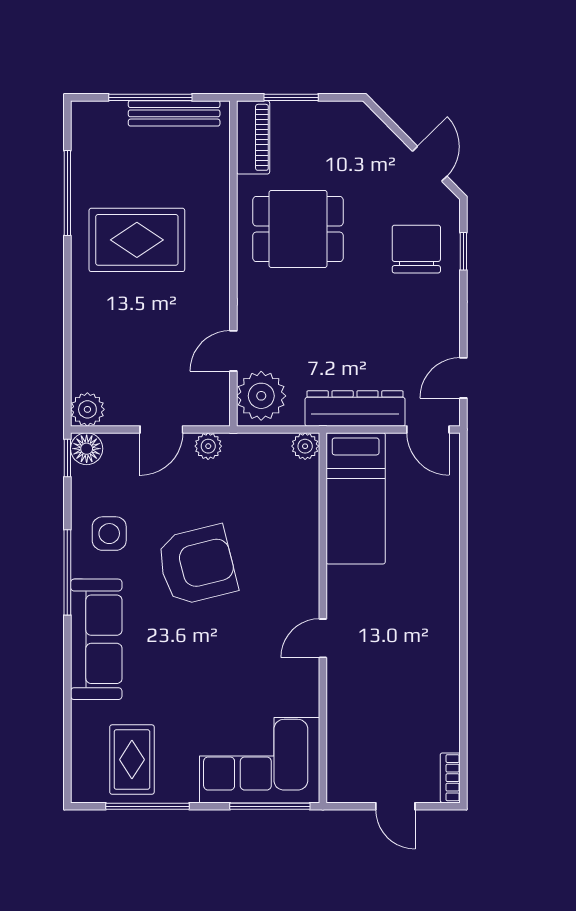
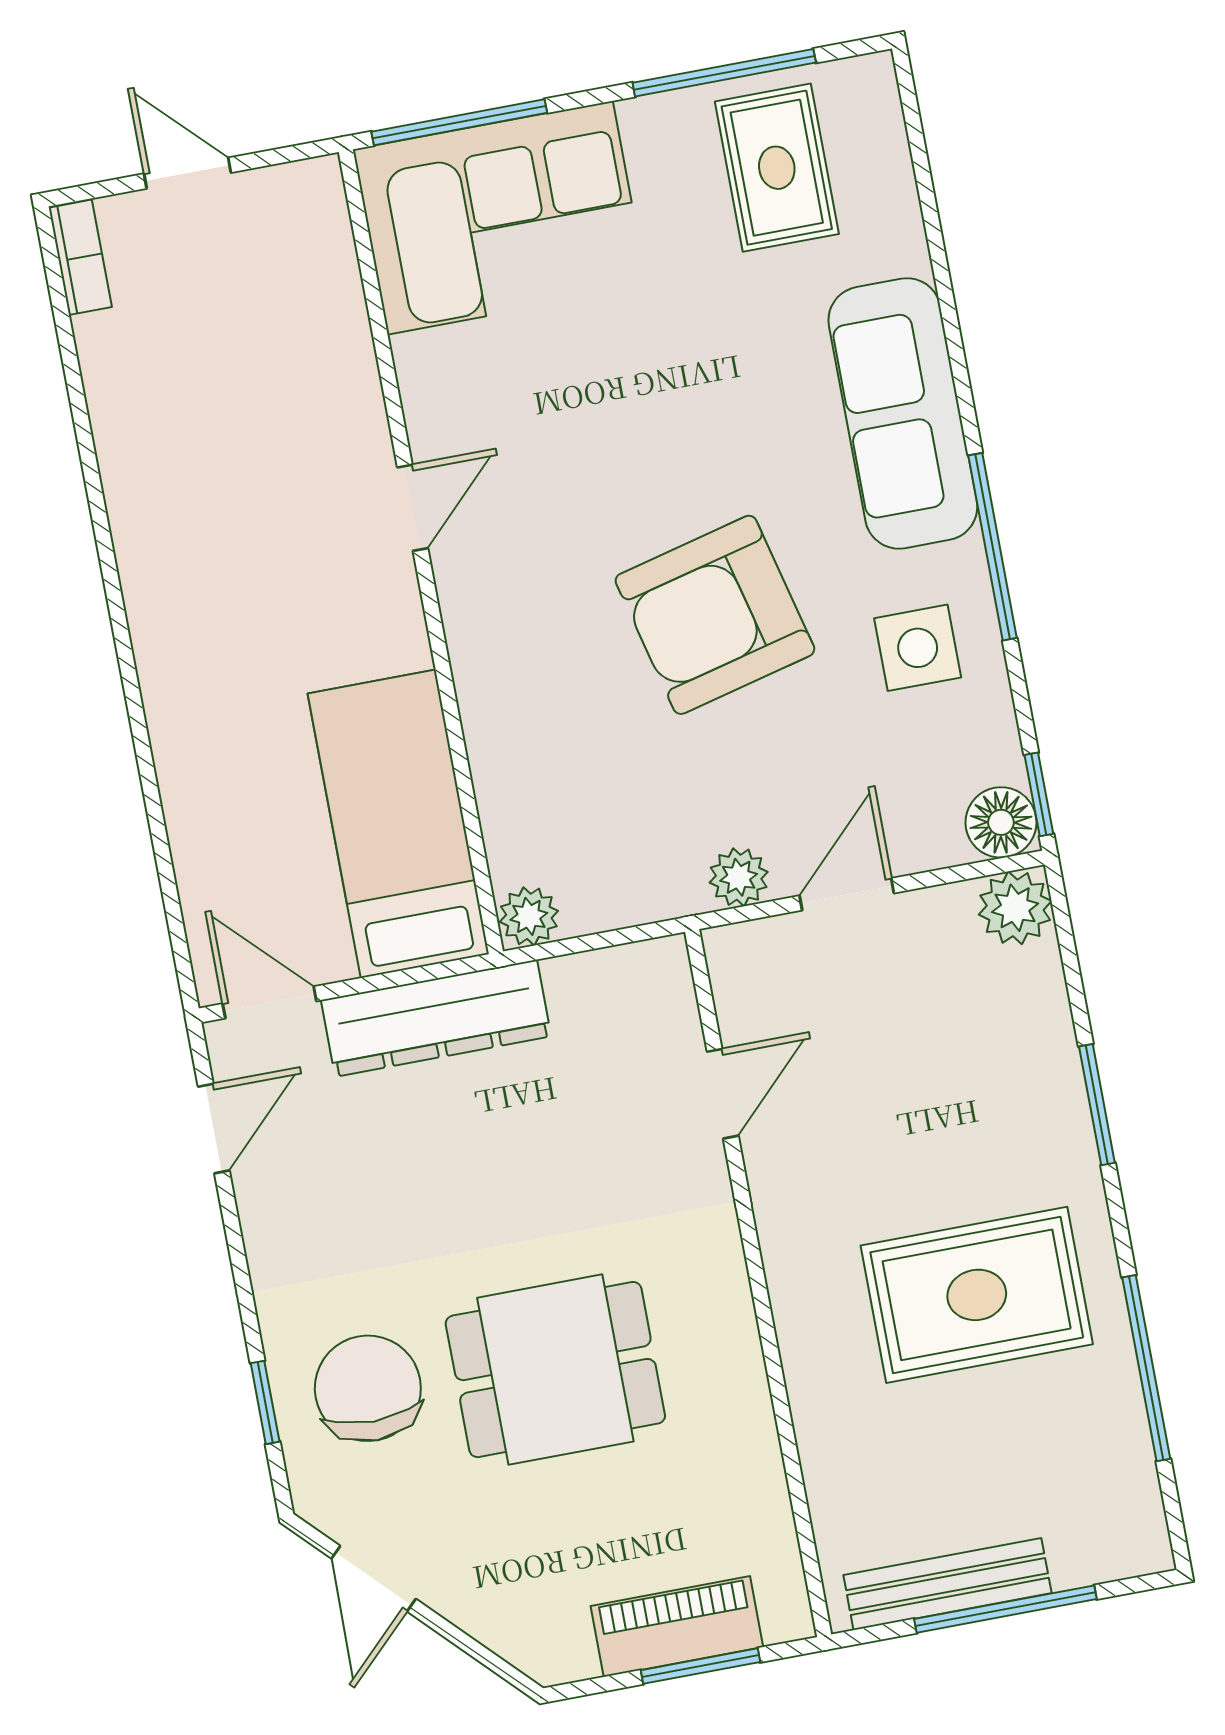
piano: (253, 137) -> (677, 1626), moved, turned 90
dining table: (298, 229) -> (555, 1370), moved
chair: (416, 249) -> (368, 1388), turned 180
window: (67, 315) -> (1097, 1105), added
plant: (261, 396) -> (644, 1008), removed

